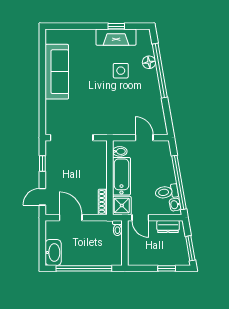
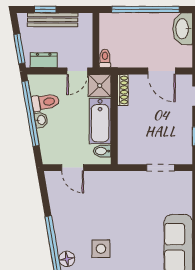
doorway: (72, 138) -> (160, 168), width x0.53
washbasin: (175, 205) -> (41, 120), moved
door: (140, 218) -> (77, 71), swing flipped
window: (190, 248) -> (19, 49), moved
bench: (161, 260) -> (53, 20), added

